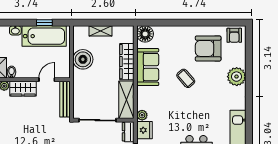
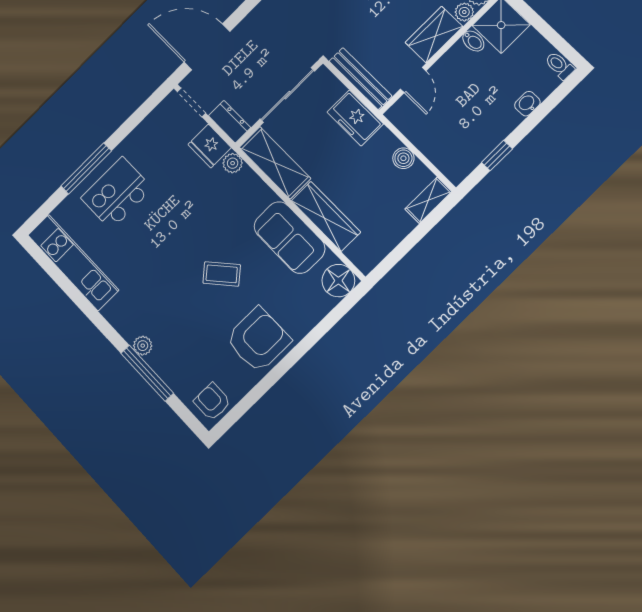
shelving: (100, 31) -> (428, 200), moved
bathtub: (44, 36) -> (478, 136), removed
armchair: (208, 48) -> (258, 340), moved
boiler: (83, 59) -> (403, 158), width x0.54, depth x0.54
window: (249, 69) -> (147, 373), added
plant: (237, 77) -> (143, 346), width x0.53, depth x0.53
freezer: (81, 87) -> (355, 118), added

